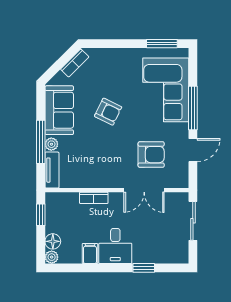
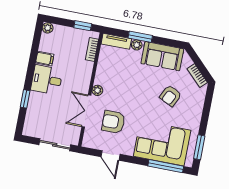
window: (193, 108) -> (166, 166), moved
armchair: (108, 112) -> (170, 96), moved
window: (41, 142) -> (140, 37), width x0.69
armchair: (151, 155) -> (113, 122), turned 90
plant: (116, 182) -> (97, 90), added
bookcase: (94, 198) -> (92, 49), moved
floor lamp: (53, 241) -> (60, 31), removed

